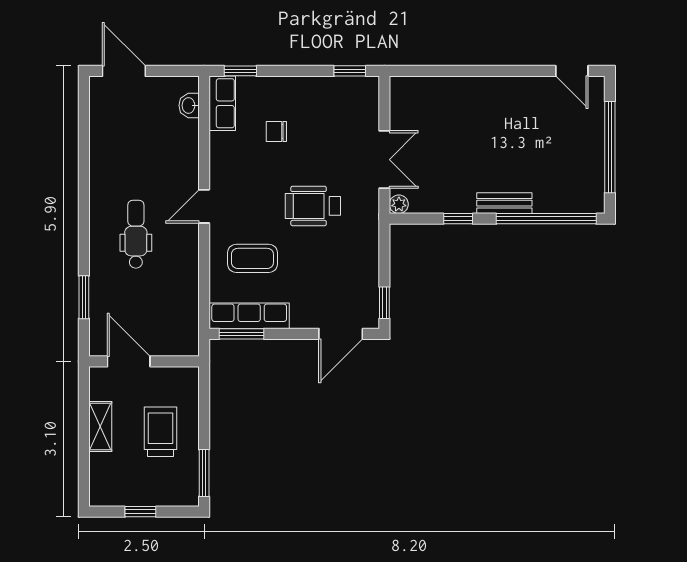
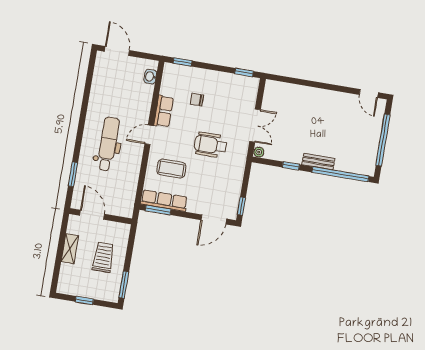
row of seats: (222, 103) -> (164, 111), moved
dental chair: (136, 234) -> (108, 144), width x1.36, depth x1.38

